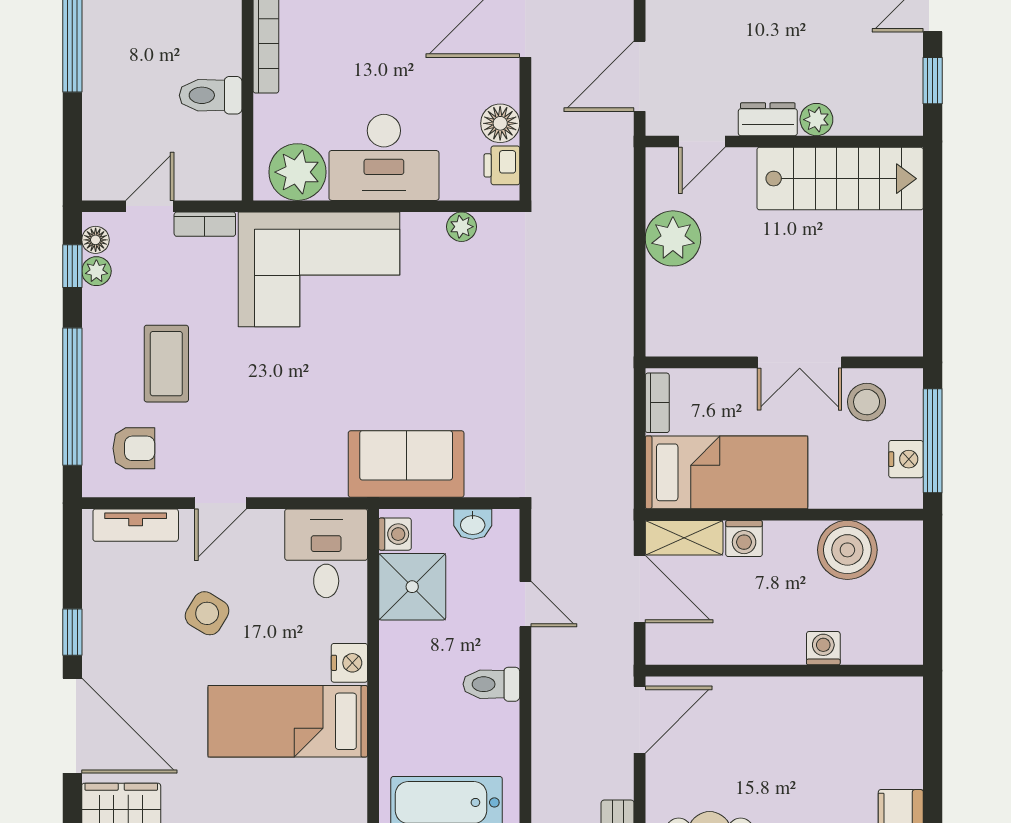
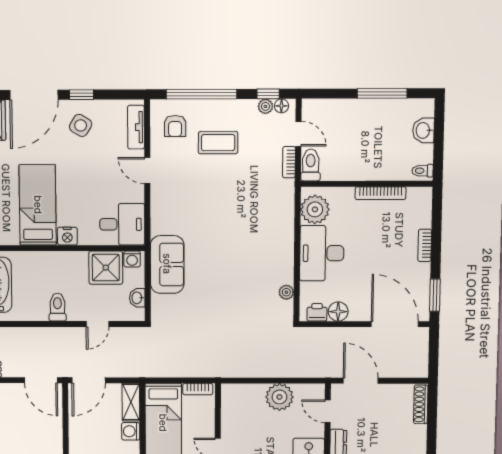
toilet: (211, 95) -> (311, 165), moved
corner sofa: (319, 269) -> (265, 220), removed
door: (640, 589) -> (89, 380), moved
side table: (207, 613) -> (81, 125), moved

